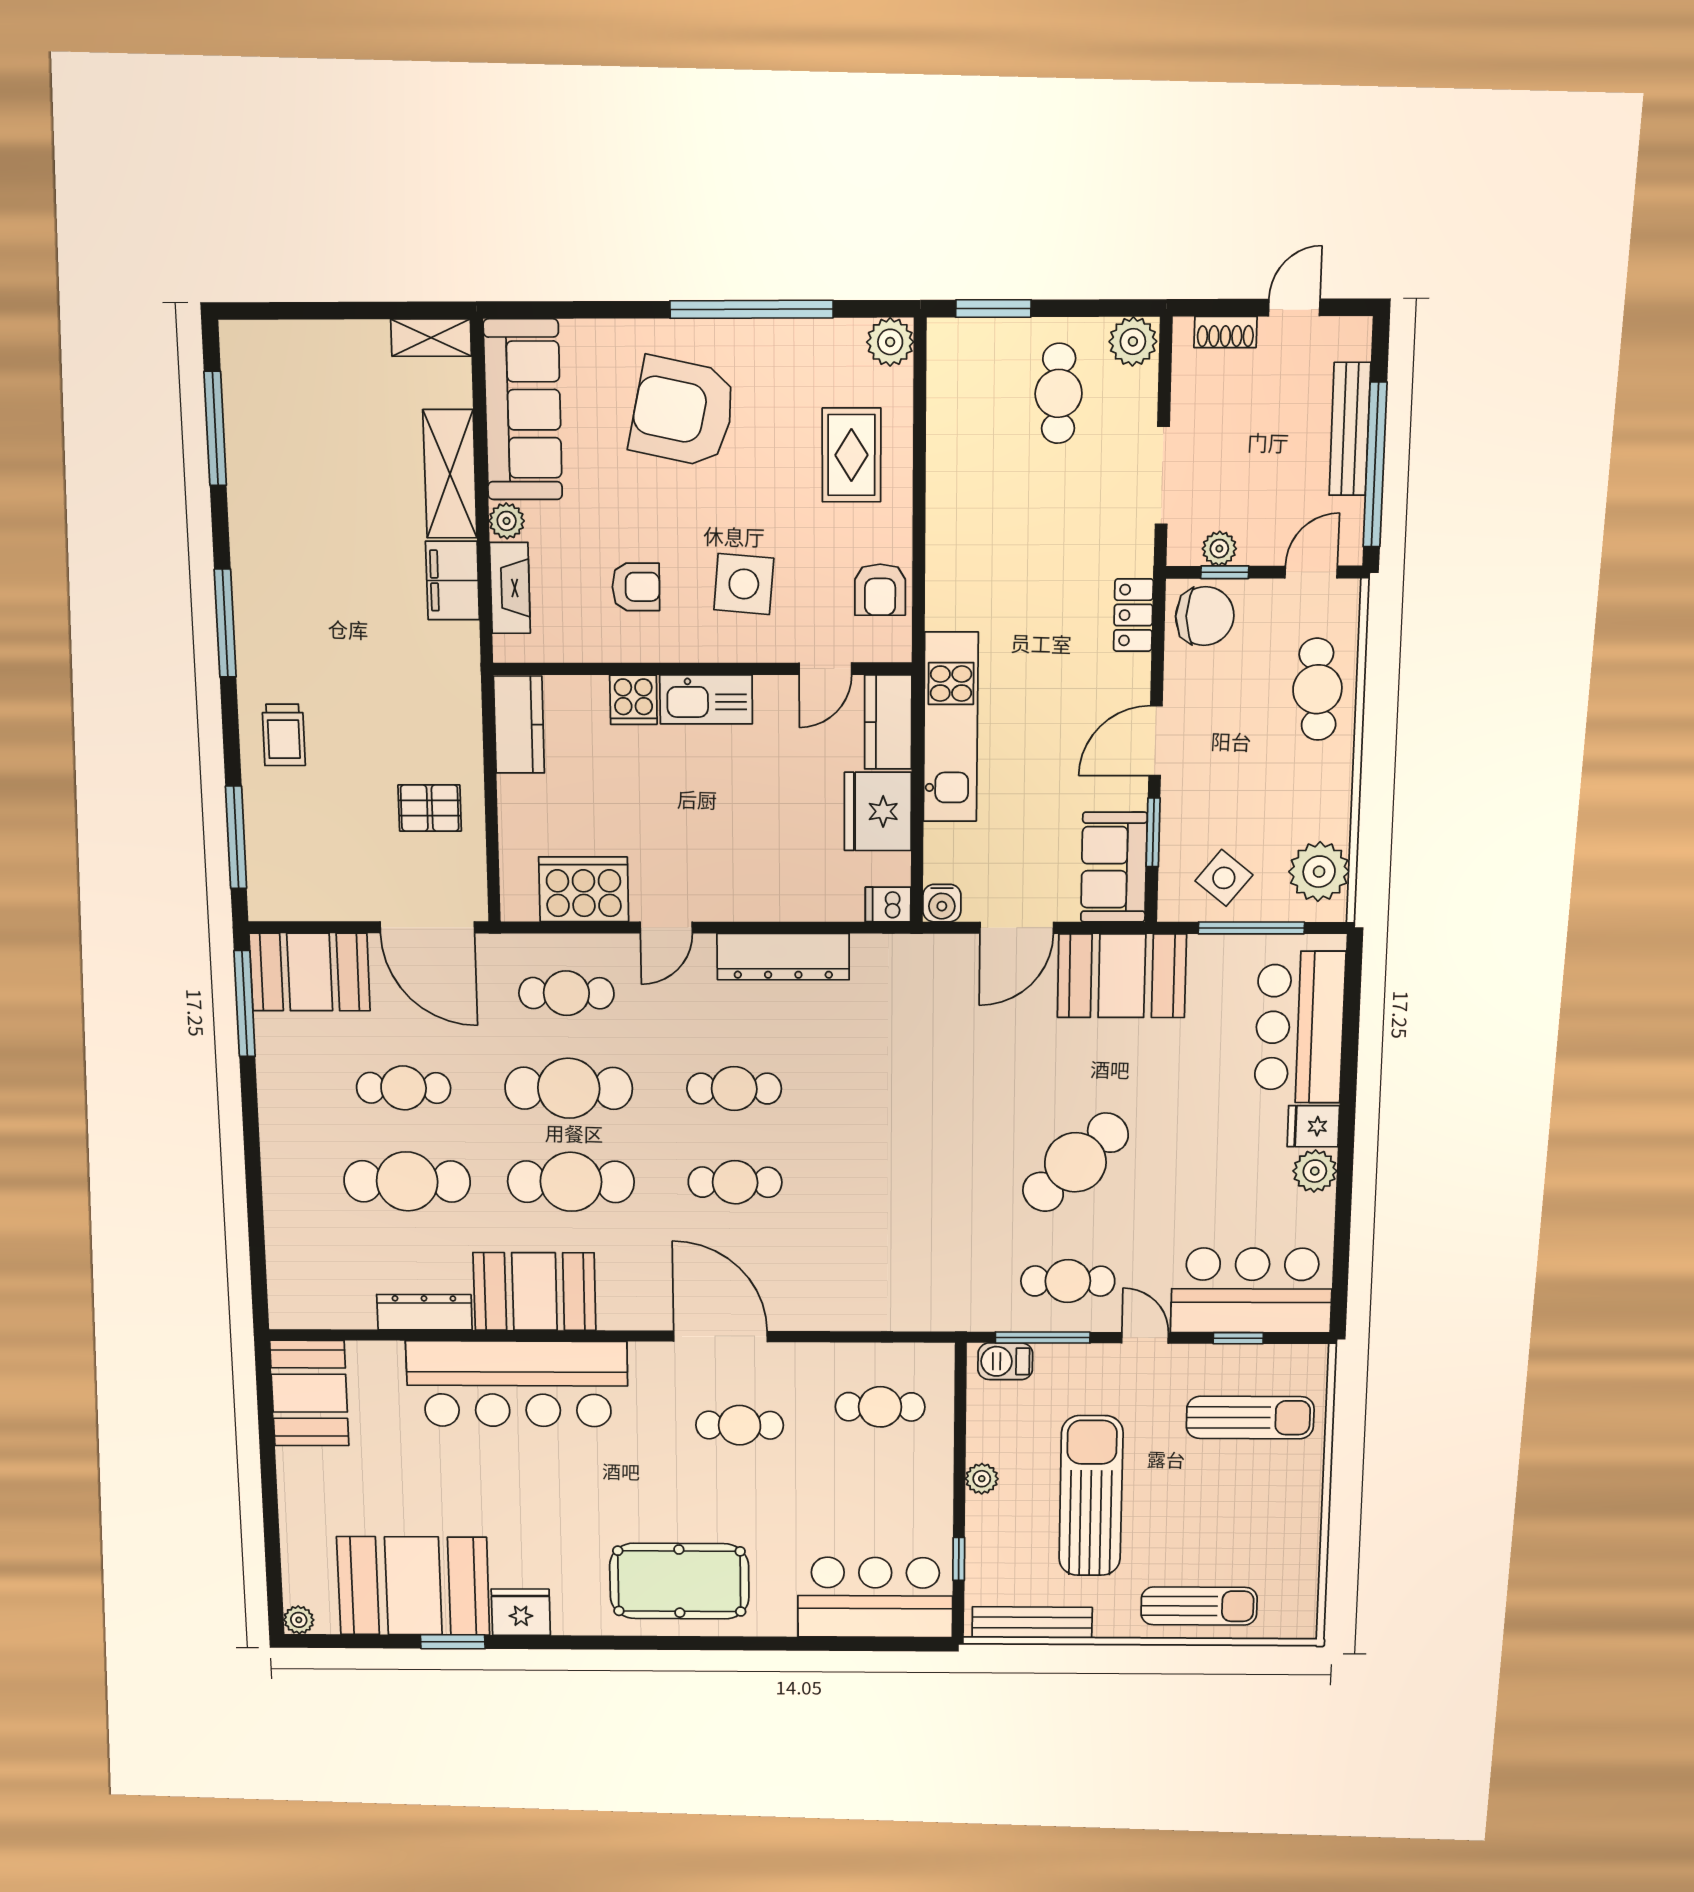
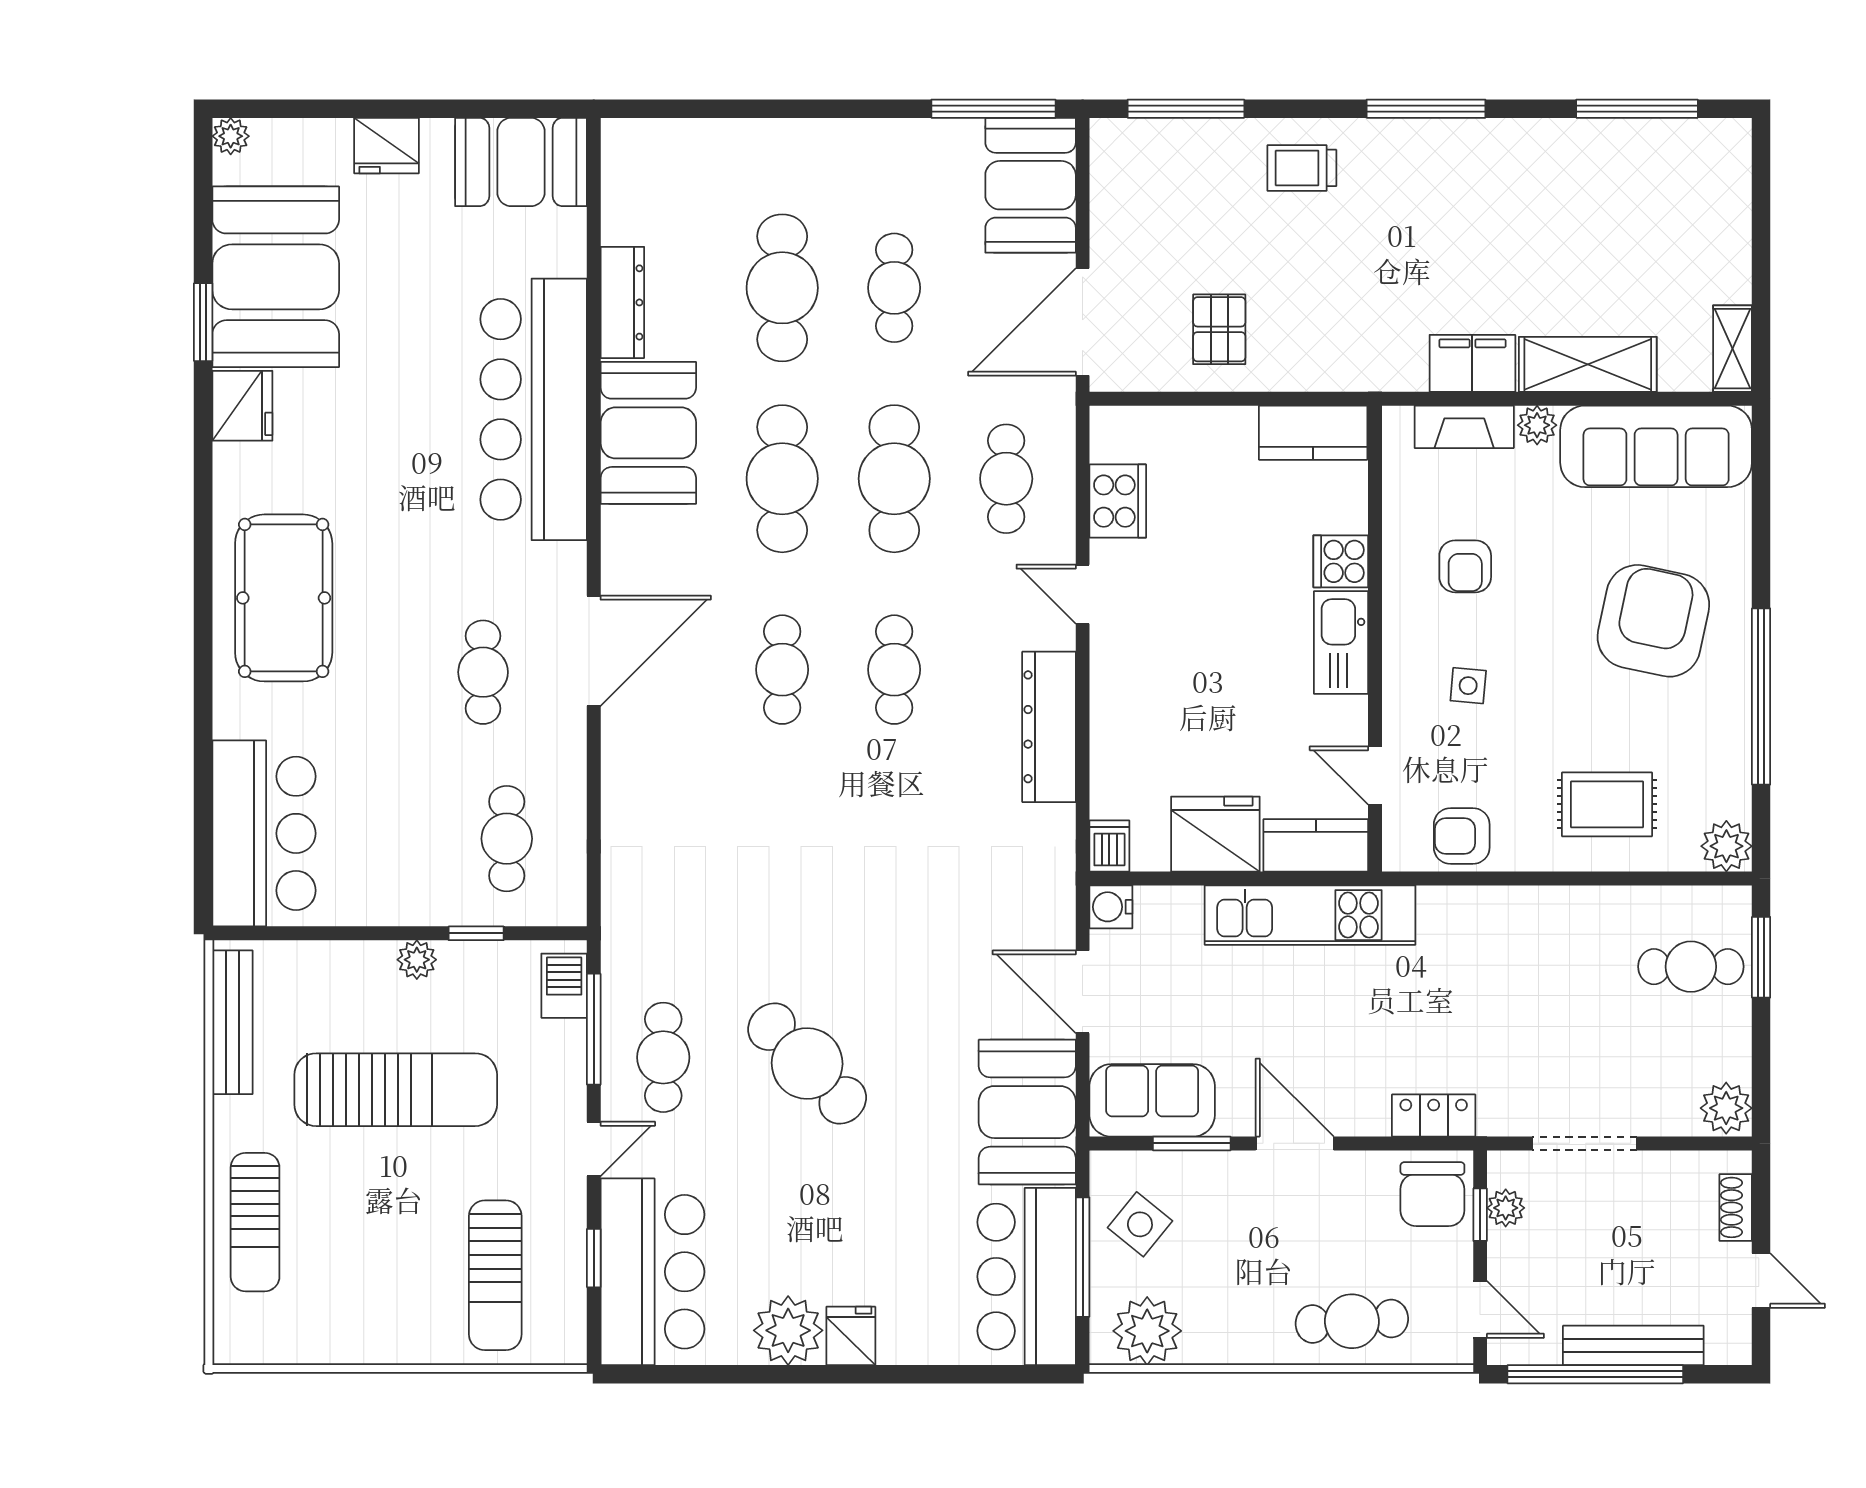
cafe table: (1059, 393) -> (1691, 967), moved
side table: (744, 584) -> (1468, 686), width x0.54, depth x0.54
cooker: (584, 889) -> (1118, 501), width x0.73, depth x0.76
bar counter: (1300, 1027) -> (1027, 1277), moved, turned -90
plant: (1315, 1171) -> (788, 1330), width x1.36, depth x1.36
fridge: (301, 1499) -> (386, 146), added
window: (959, 1559) -> (476, 933), moved

